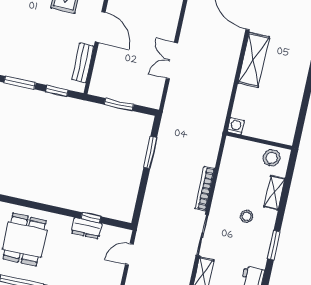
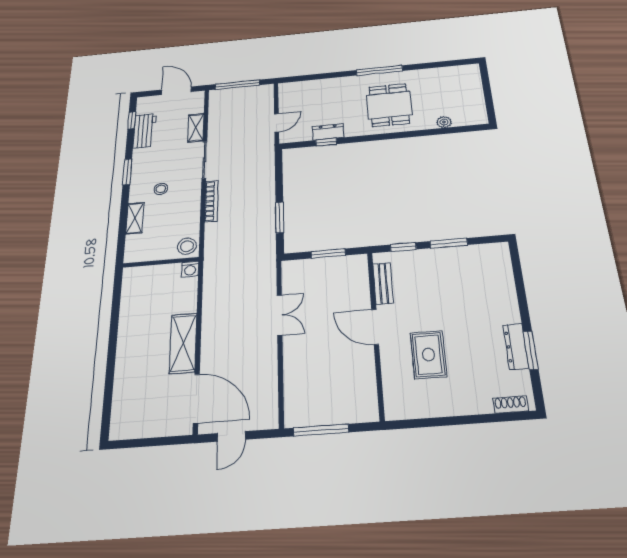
stool: (272, 158) -> (187, 246), moved

